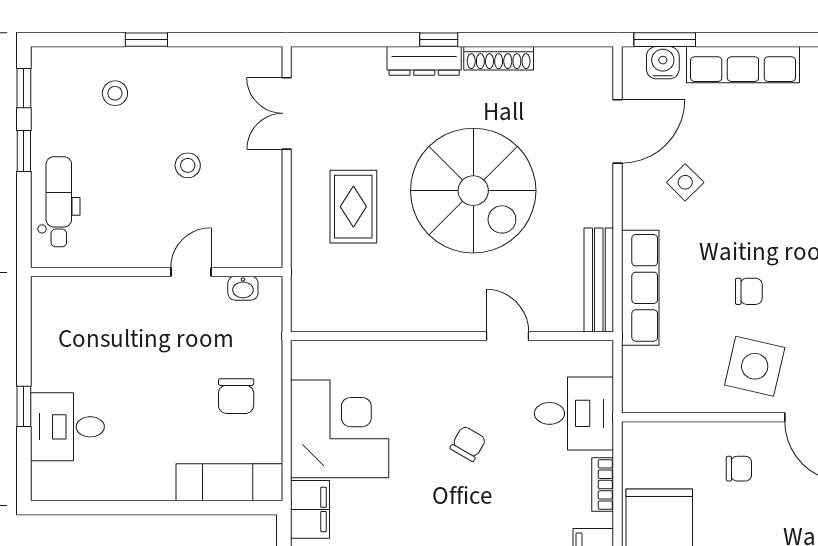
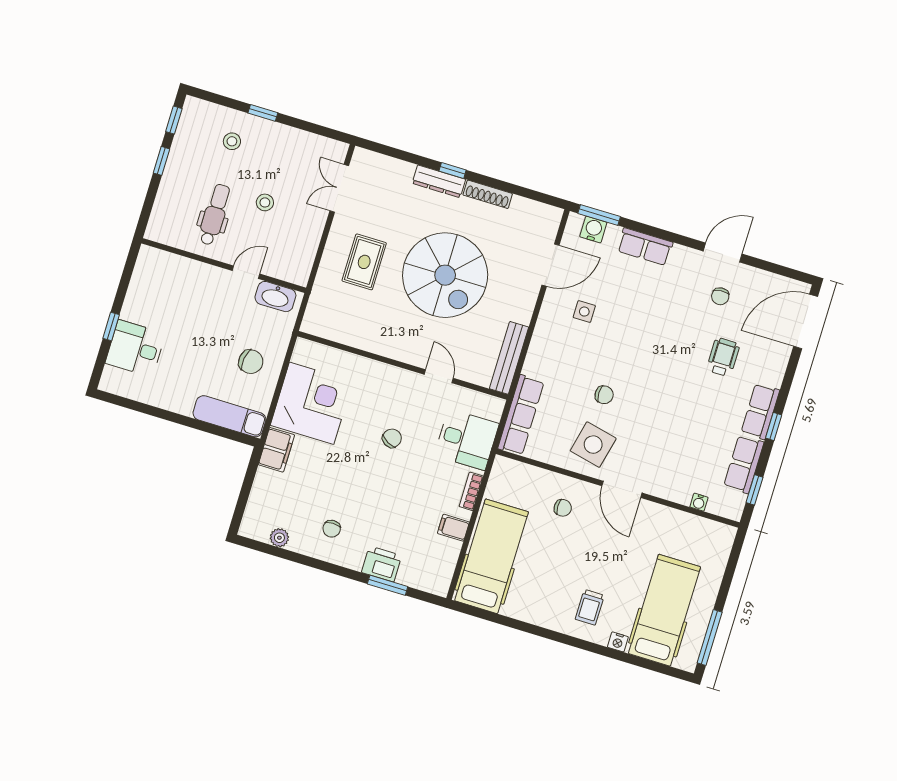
row of seats: (743, 65) -> (645, 247), width x0.68
side table: (685, 182) -> (584, 312), turned 45
dental chair: (59, 202) -> (215, 215), moved
washbasin: (243, 288) -> (275, 297), width x1.91, depth x1.45
row of seats: (640, 288) -> (521, 415), moved
chair: (236, 396) -> (251, 362), turned -81

